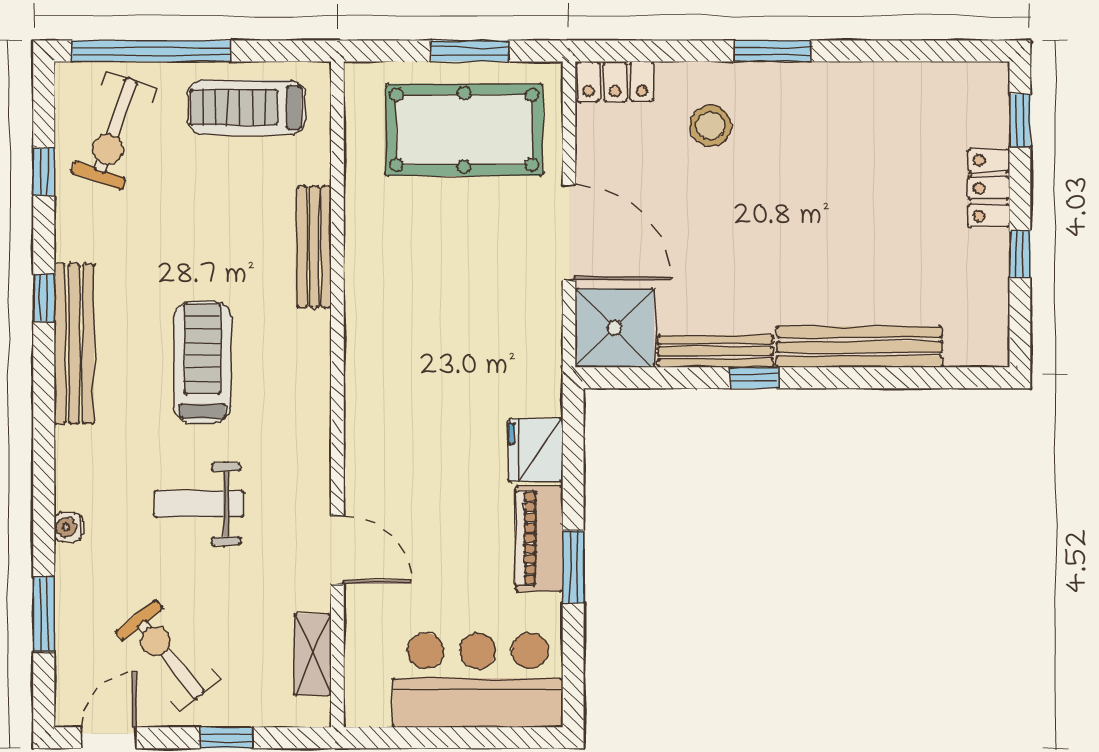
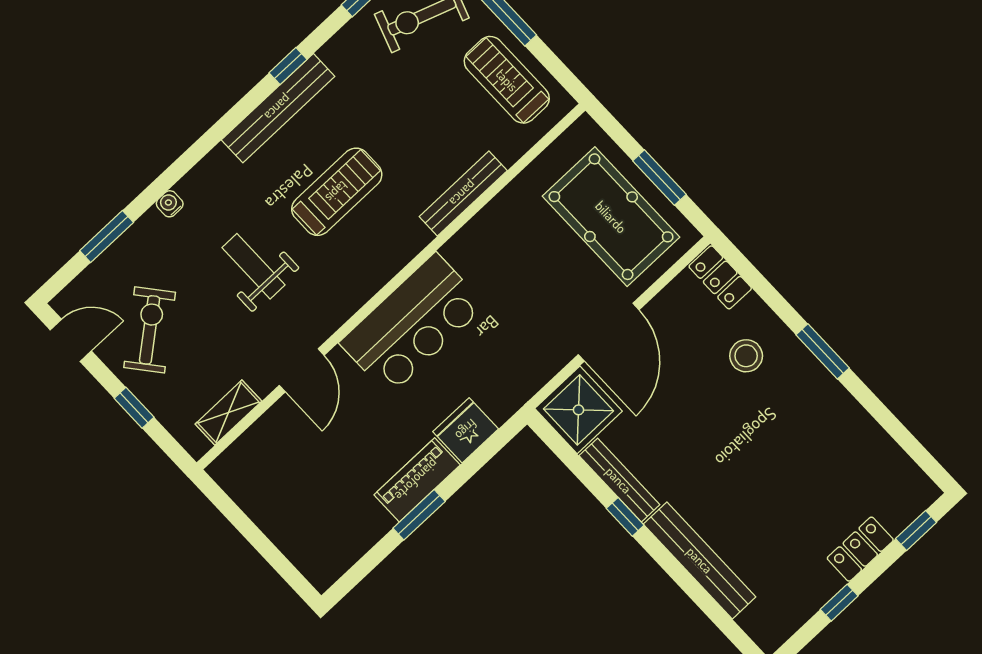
bar counter: (478, 680) -> (412, 324), moved, turned 90

